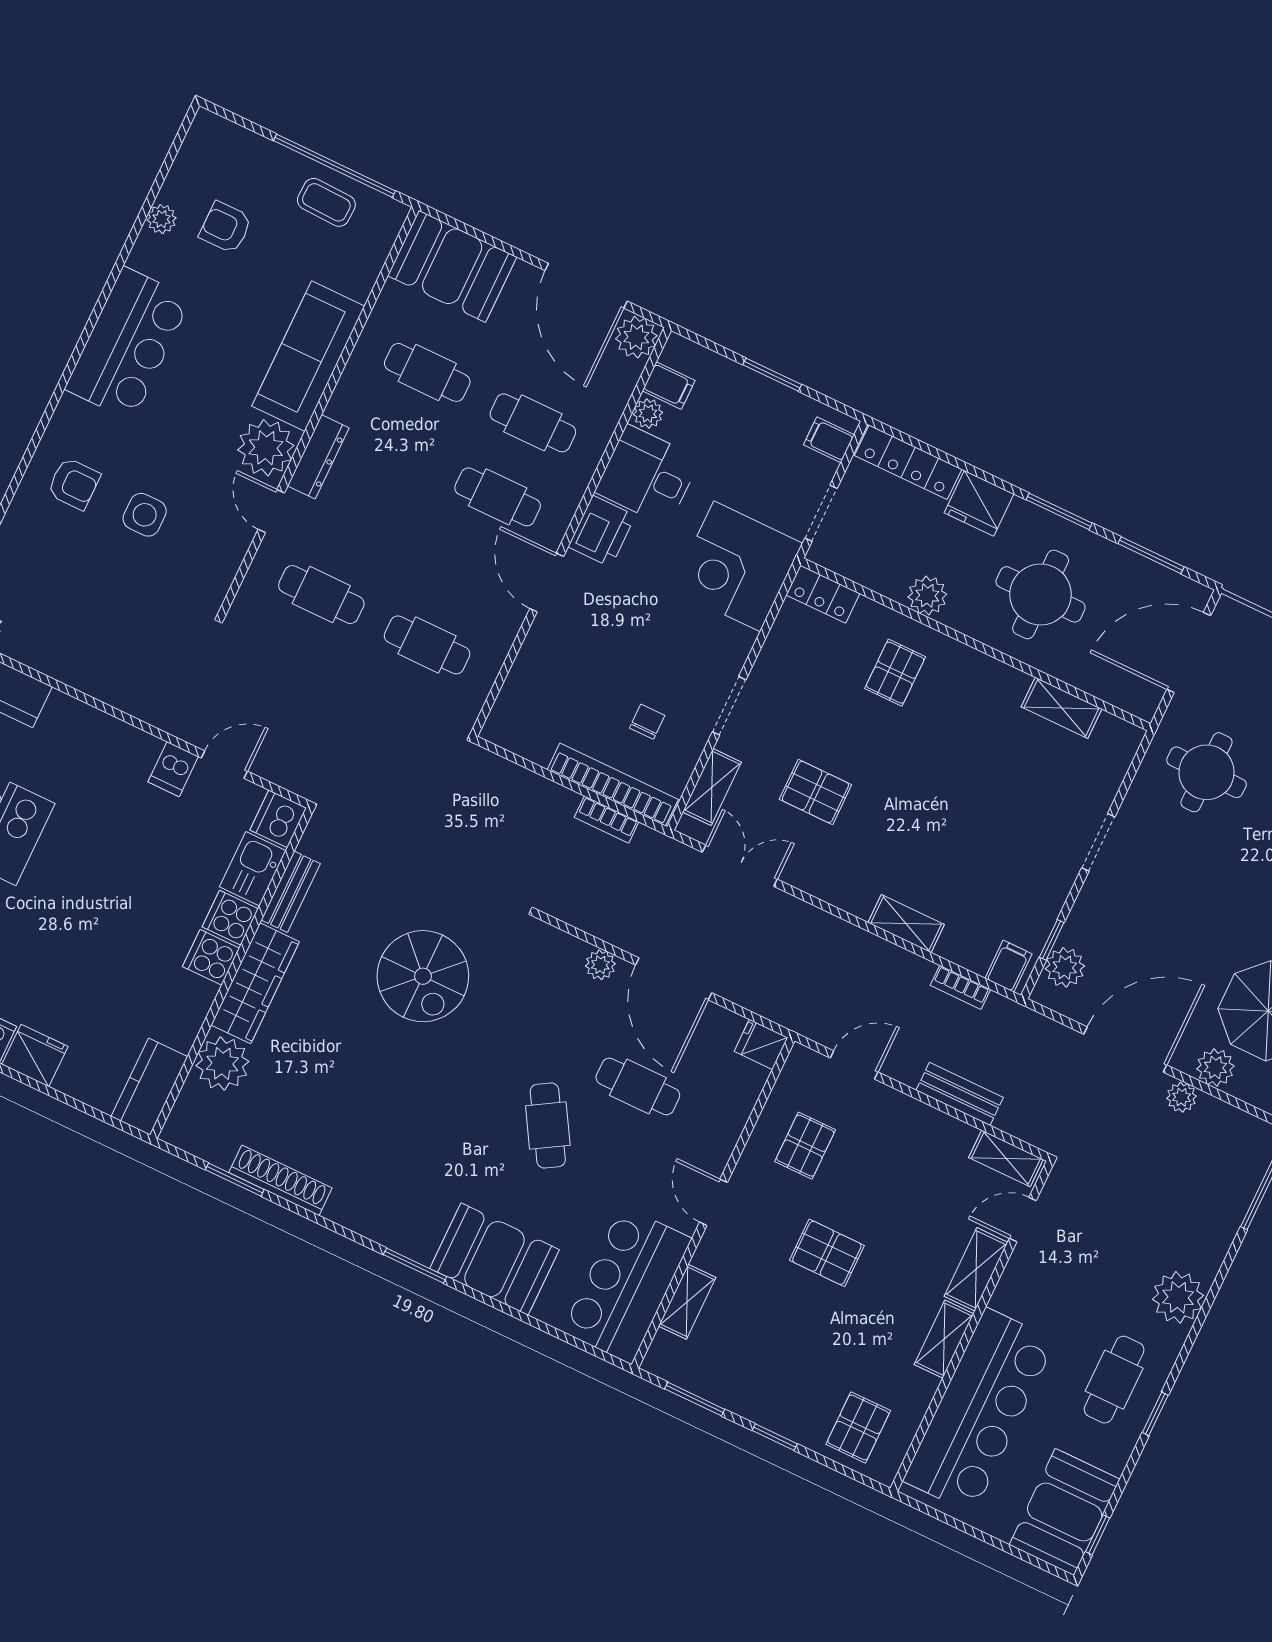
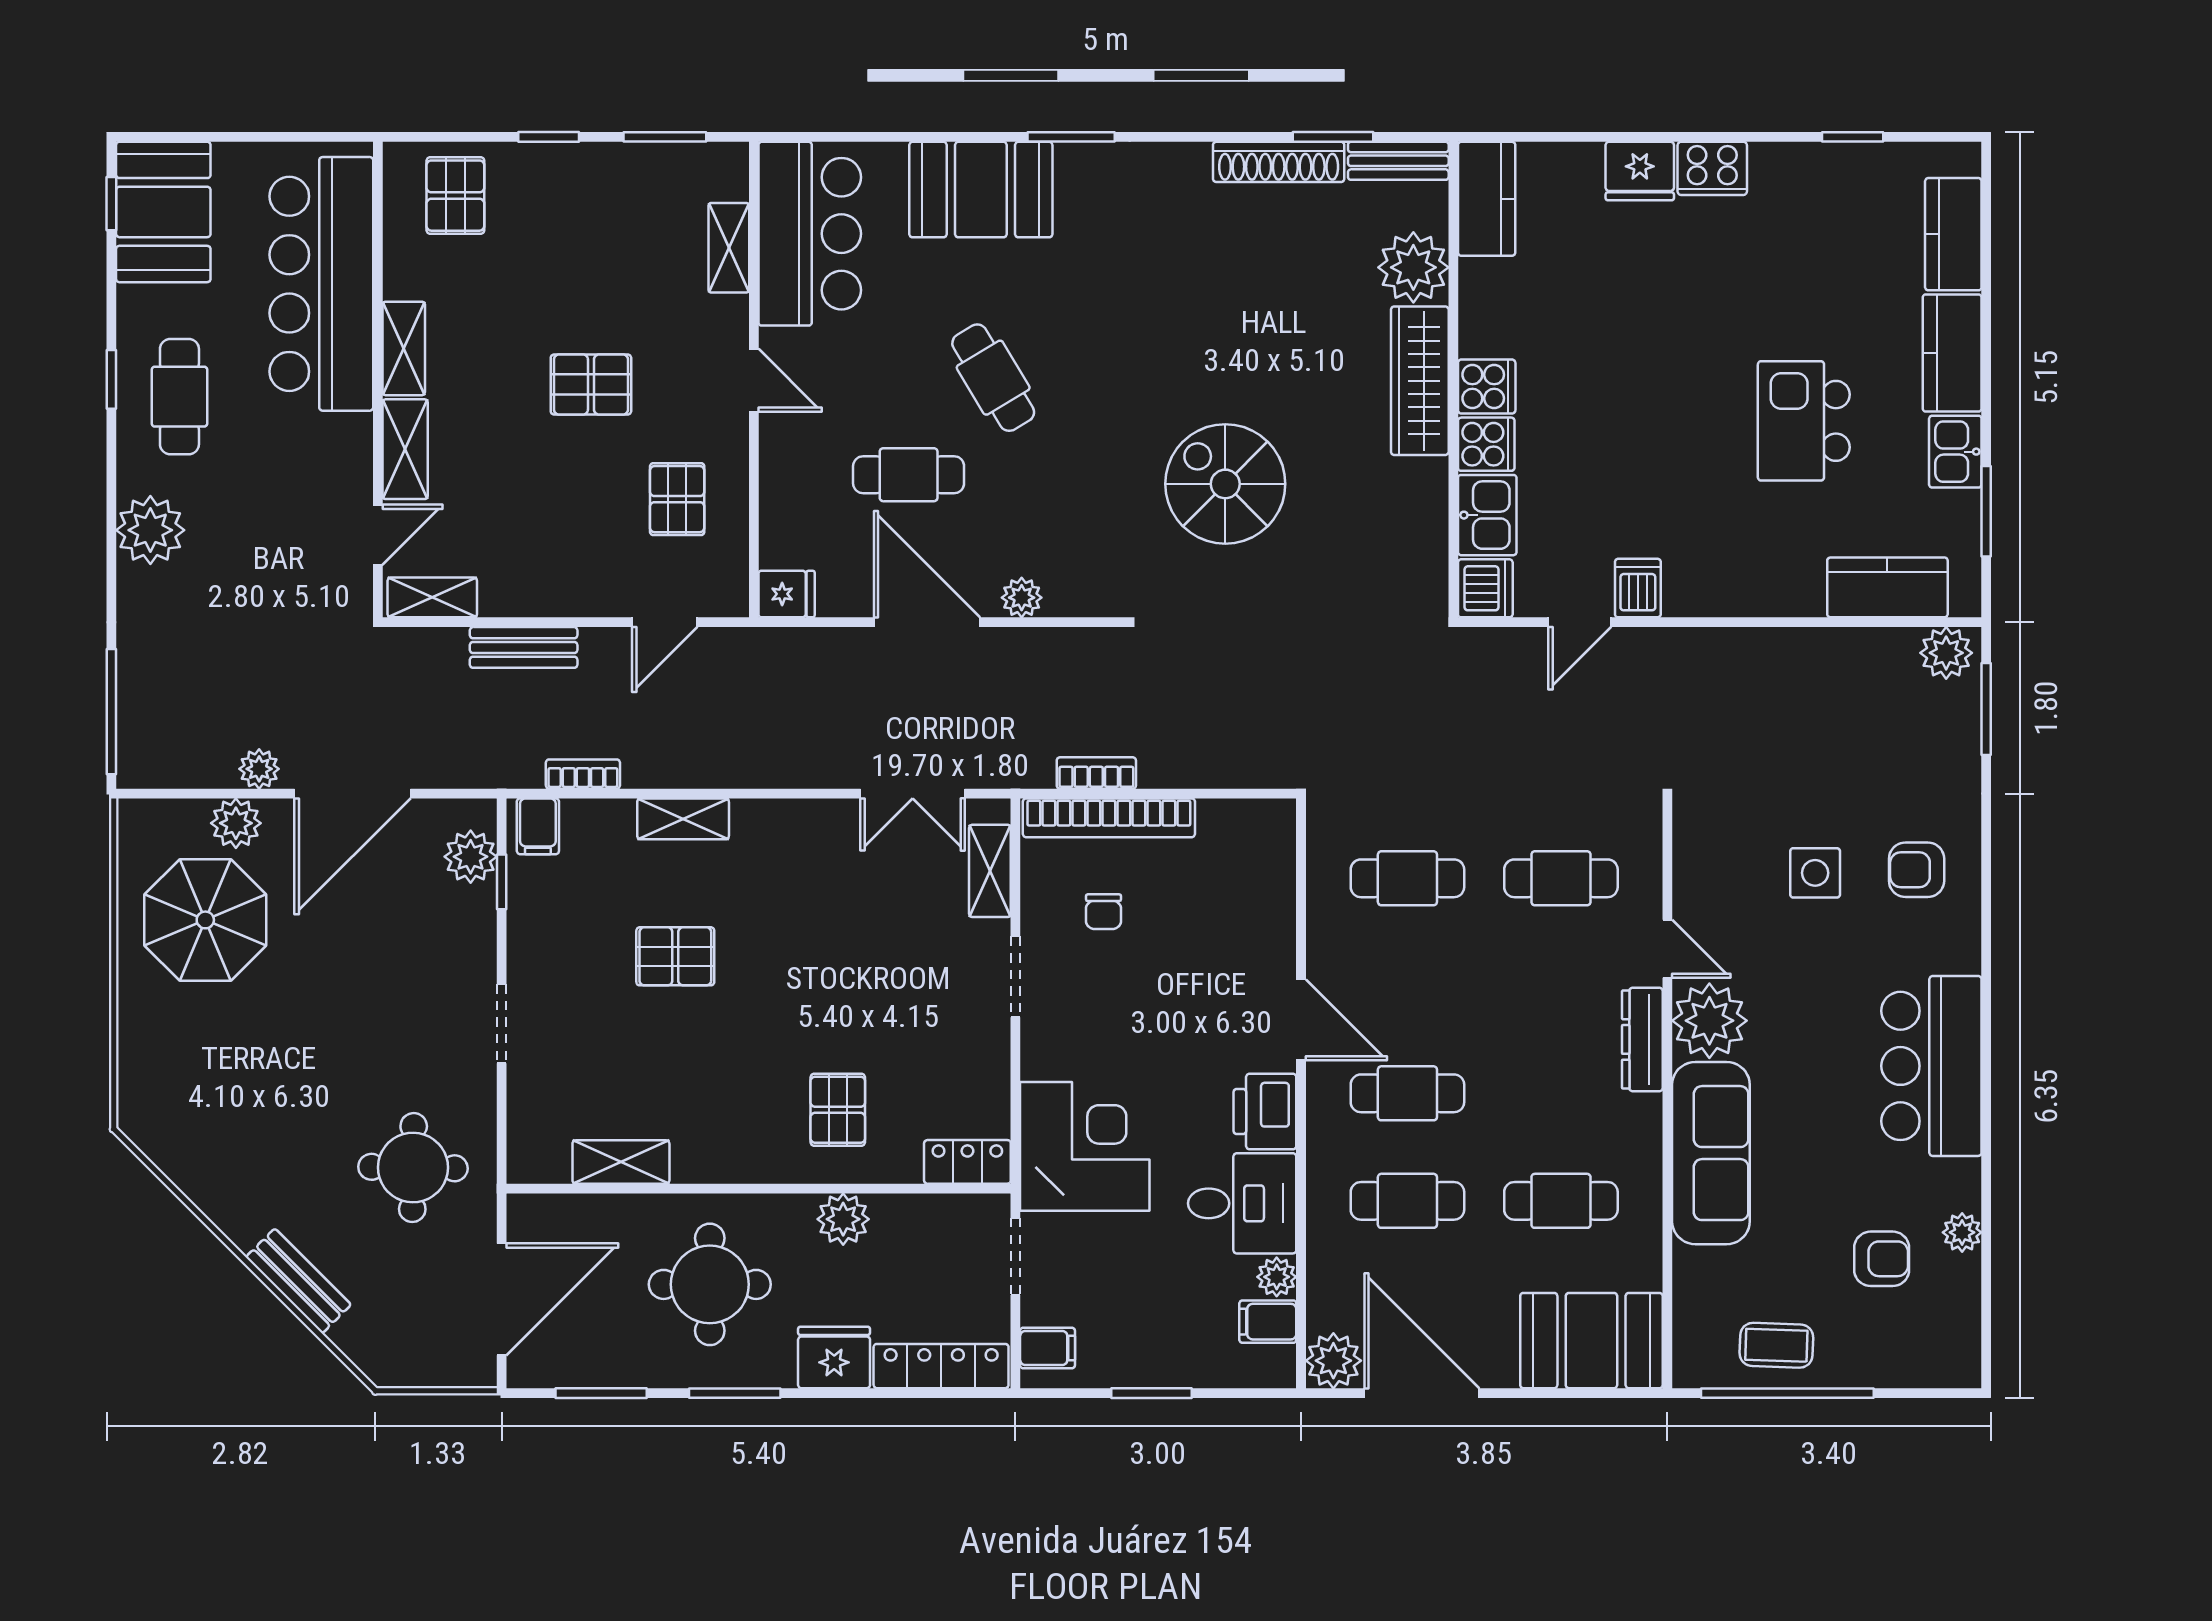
pallet: (815, 792) -> (675, 956), moved
bench: (291, 892) -> (1398, 161), moved, turned 90

